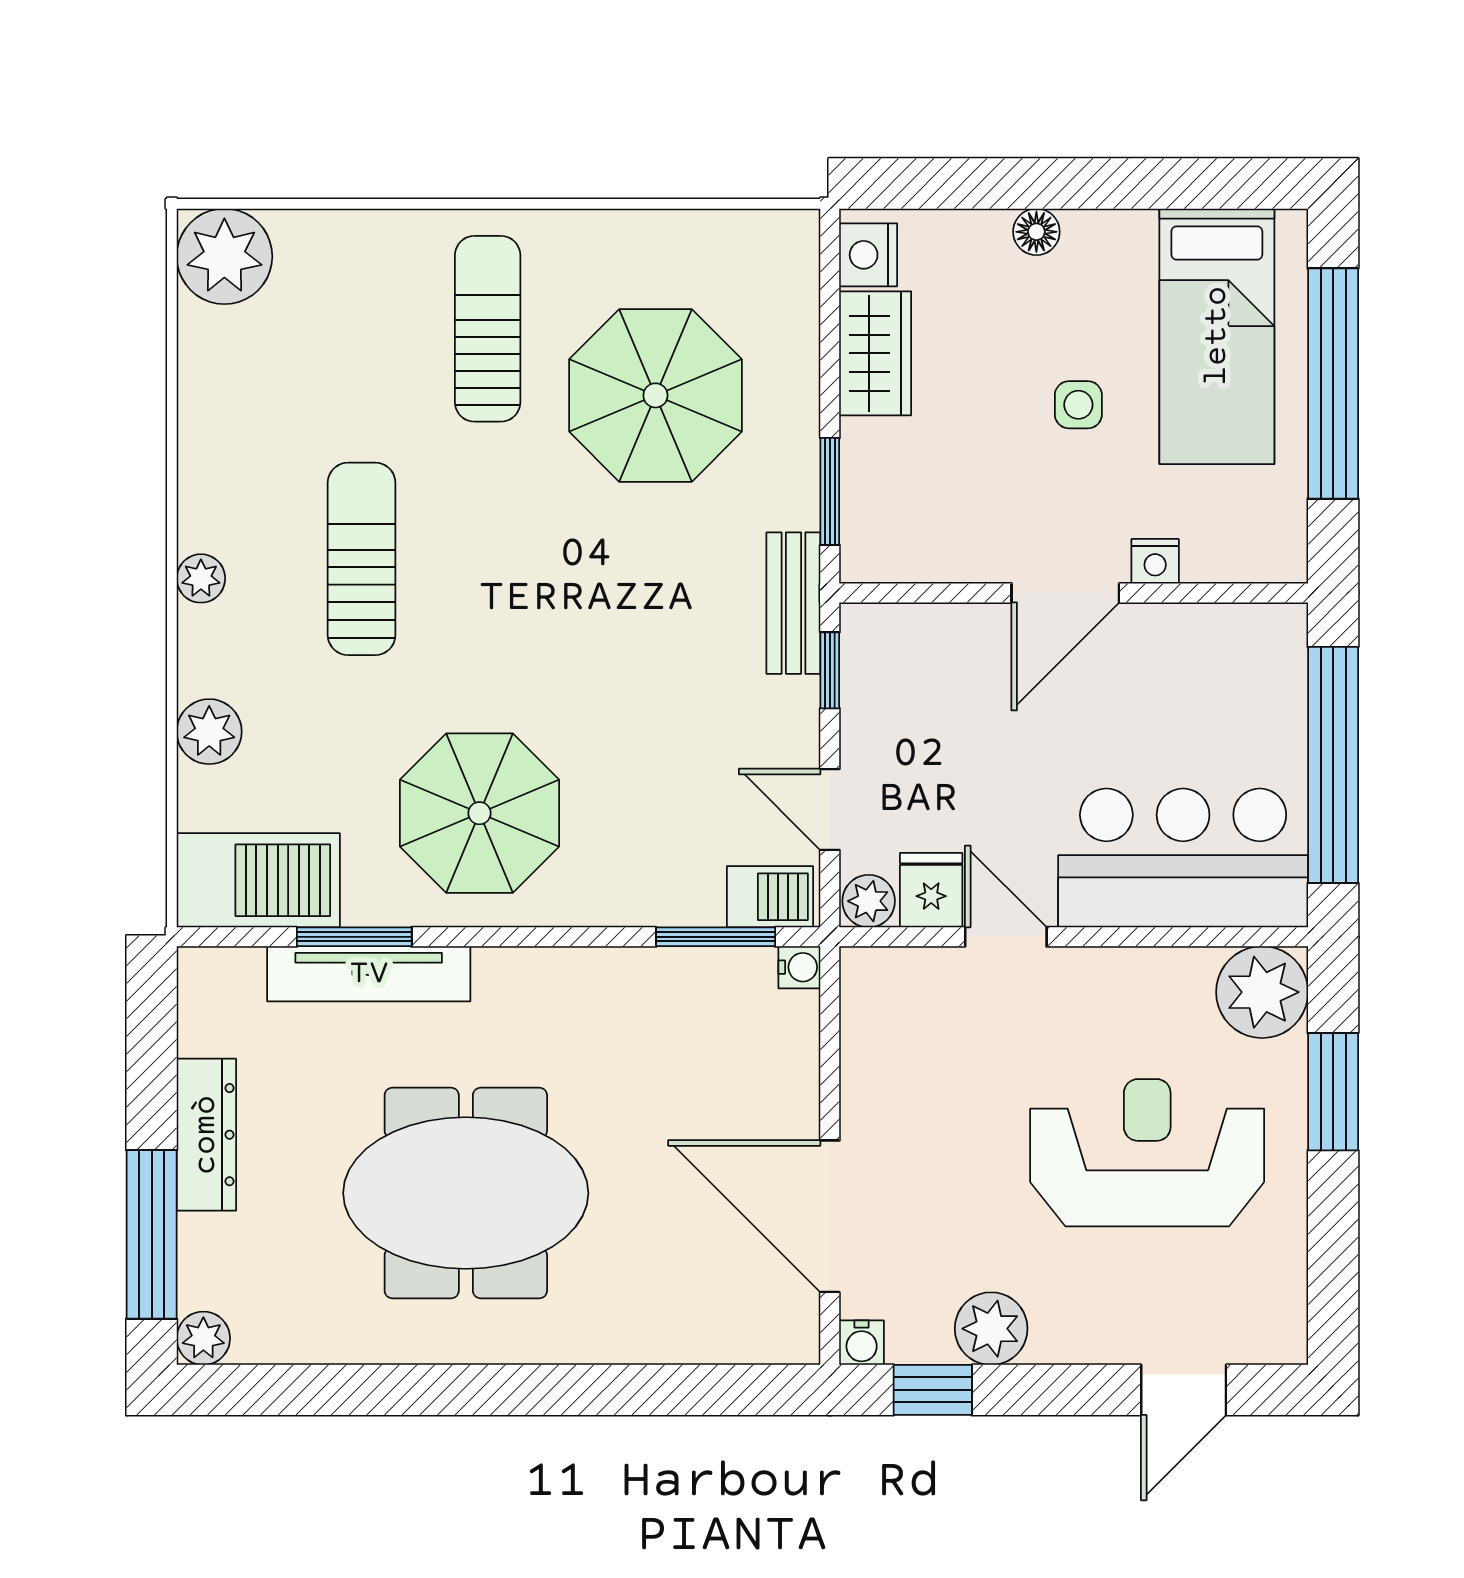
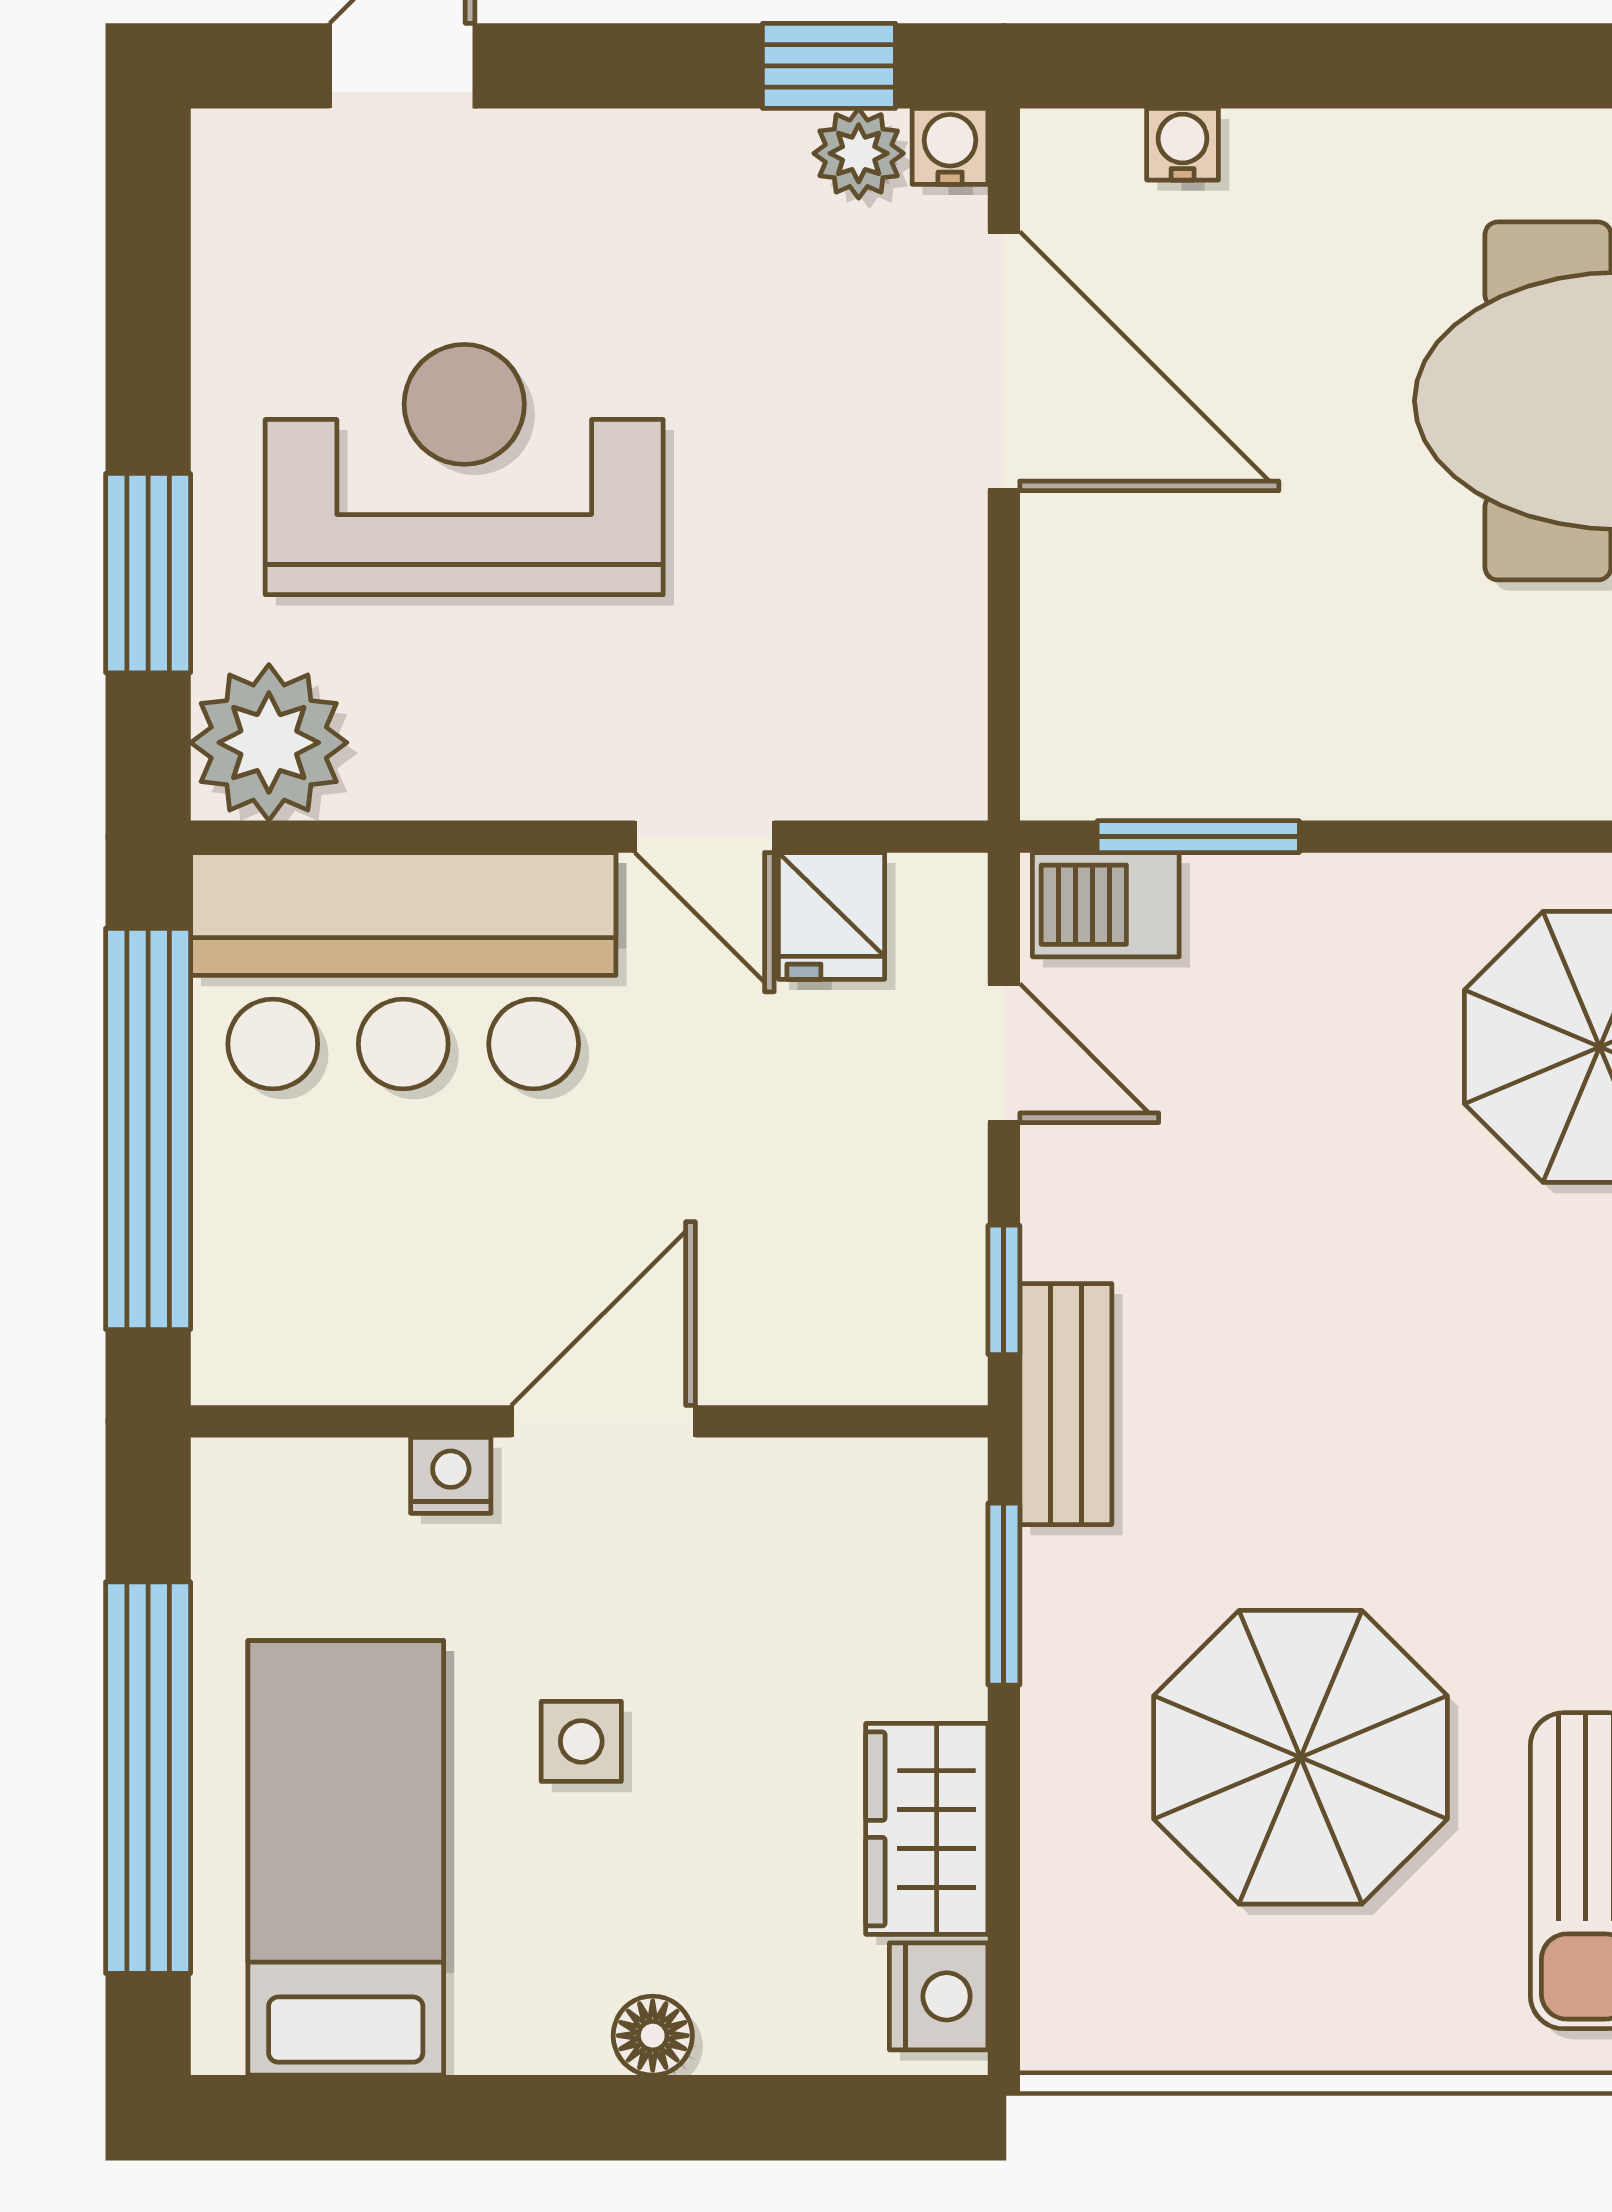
plant: (869, 901) -> (938, 897), removed
water cooler: (799, 967) -> (1183, 144), moved, turned 90
reception desk: (1147, 1153) -> (464, 469), turned 180
plant: (991, 1329) -> (859, 153), moved, width x0.73, depth x0.73

